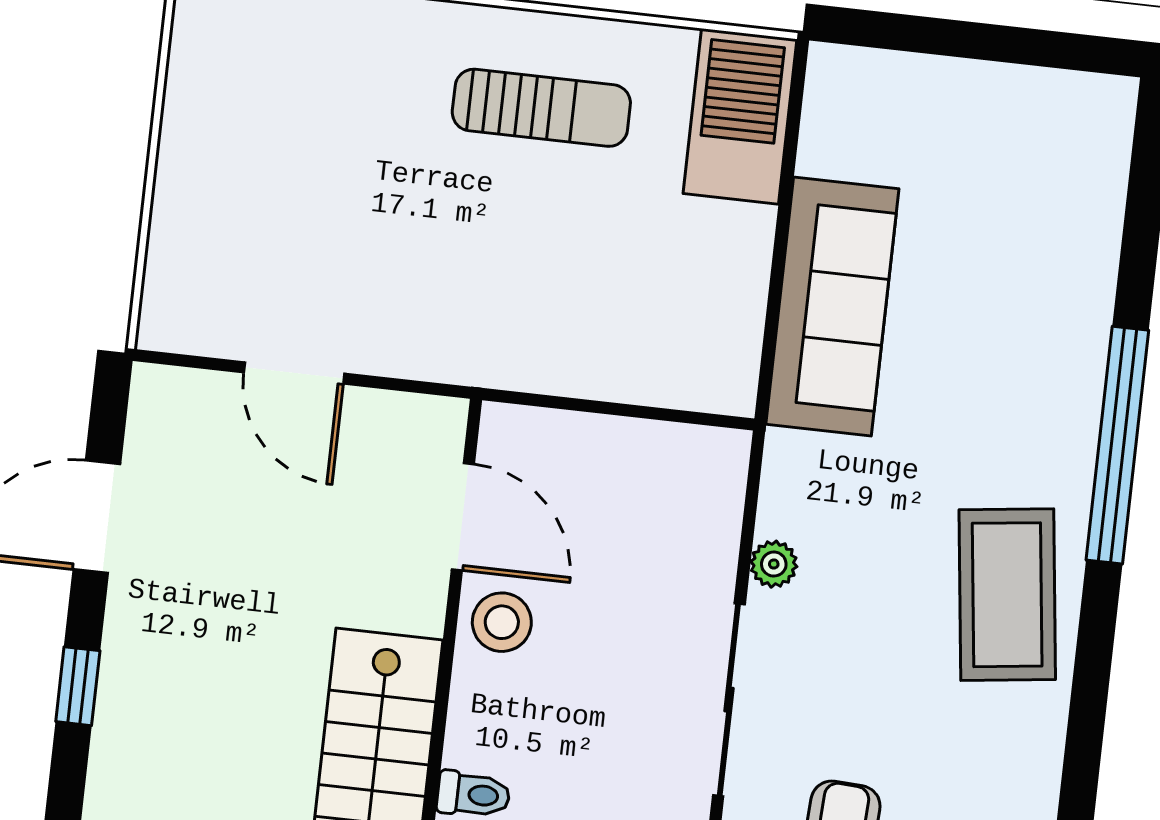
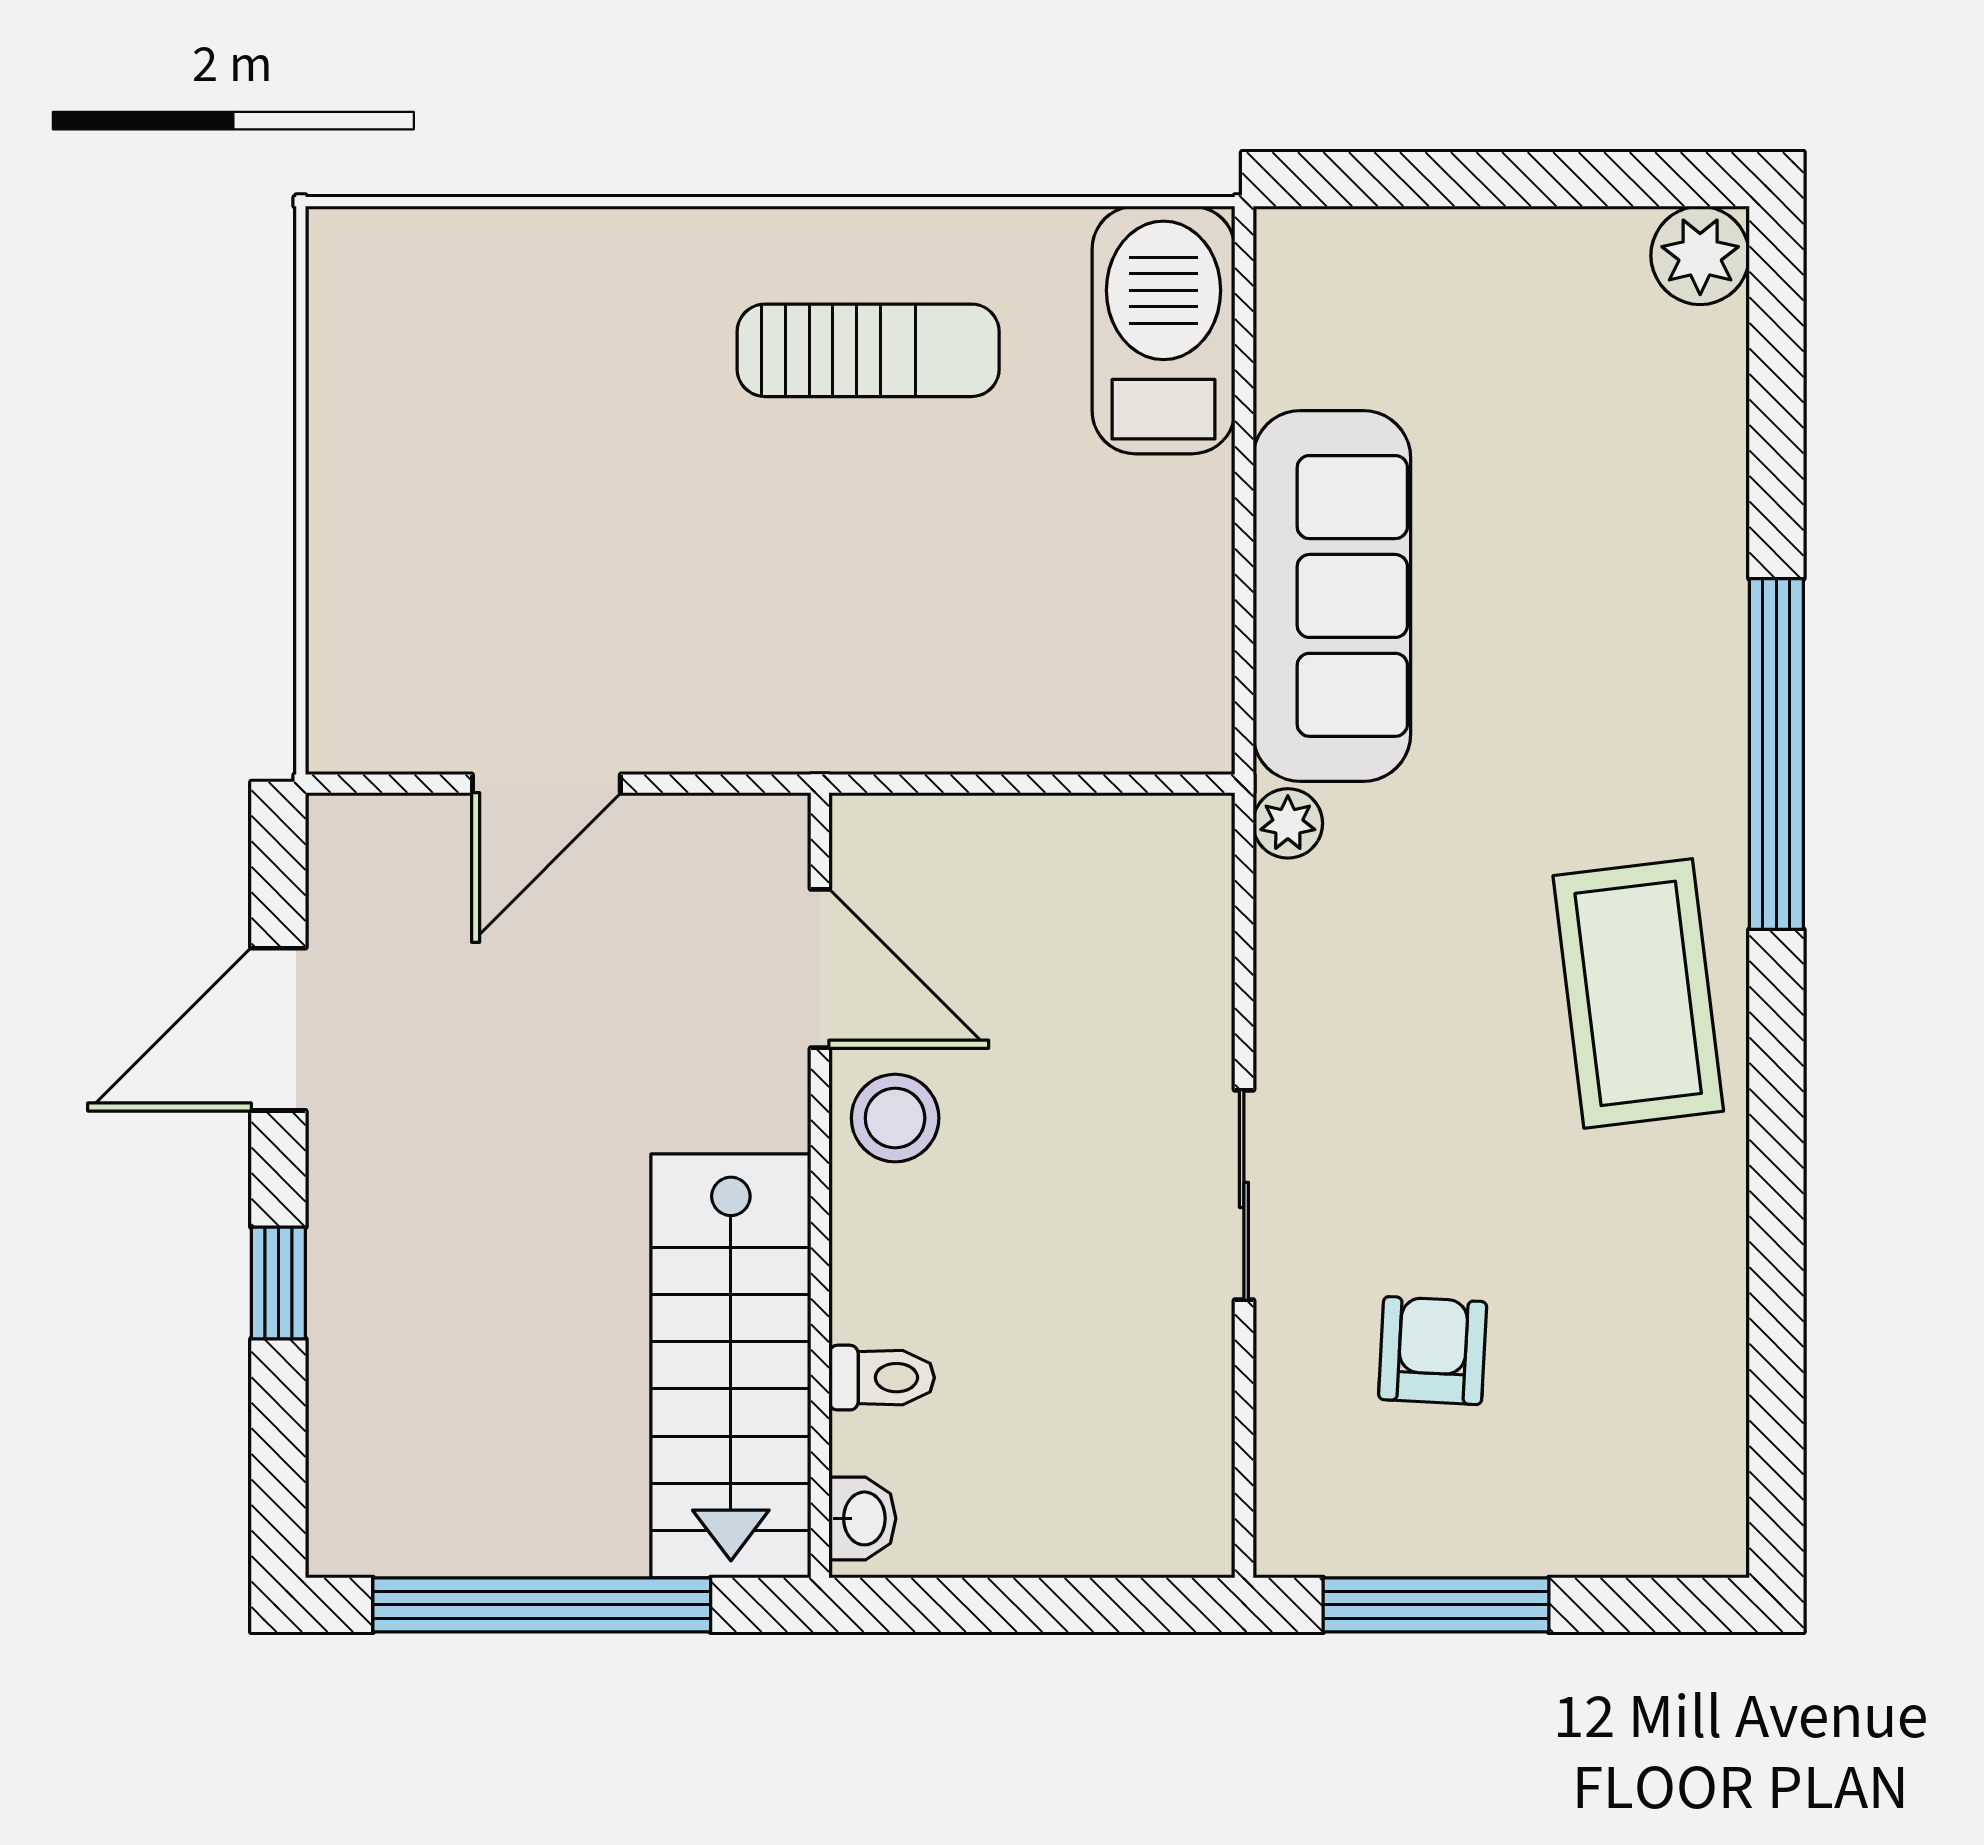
plant: (1104, 107) -> (1700, 255), added
door: (294, 373) -> (546, 784), hinge flipped
plant: (774, 564) -> (1288, 823), moved
sliding door: (729, 700) -> (1244, 1195), width x0.73

